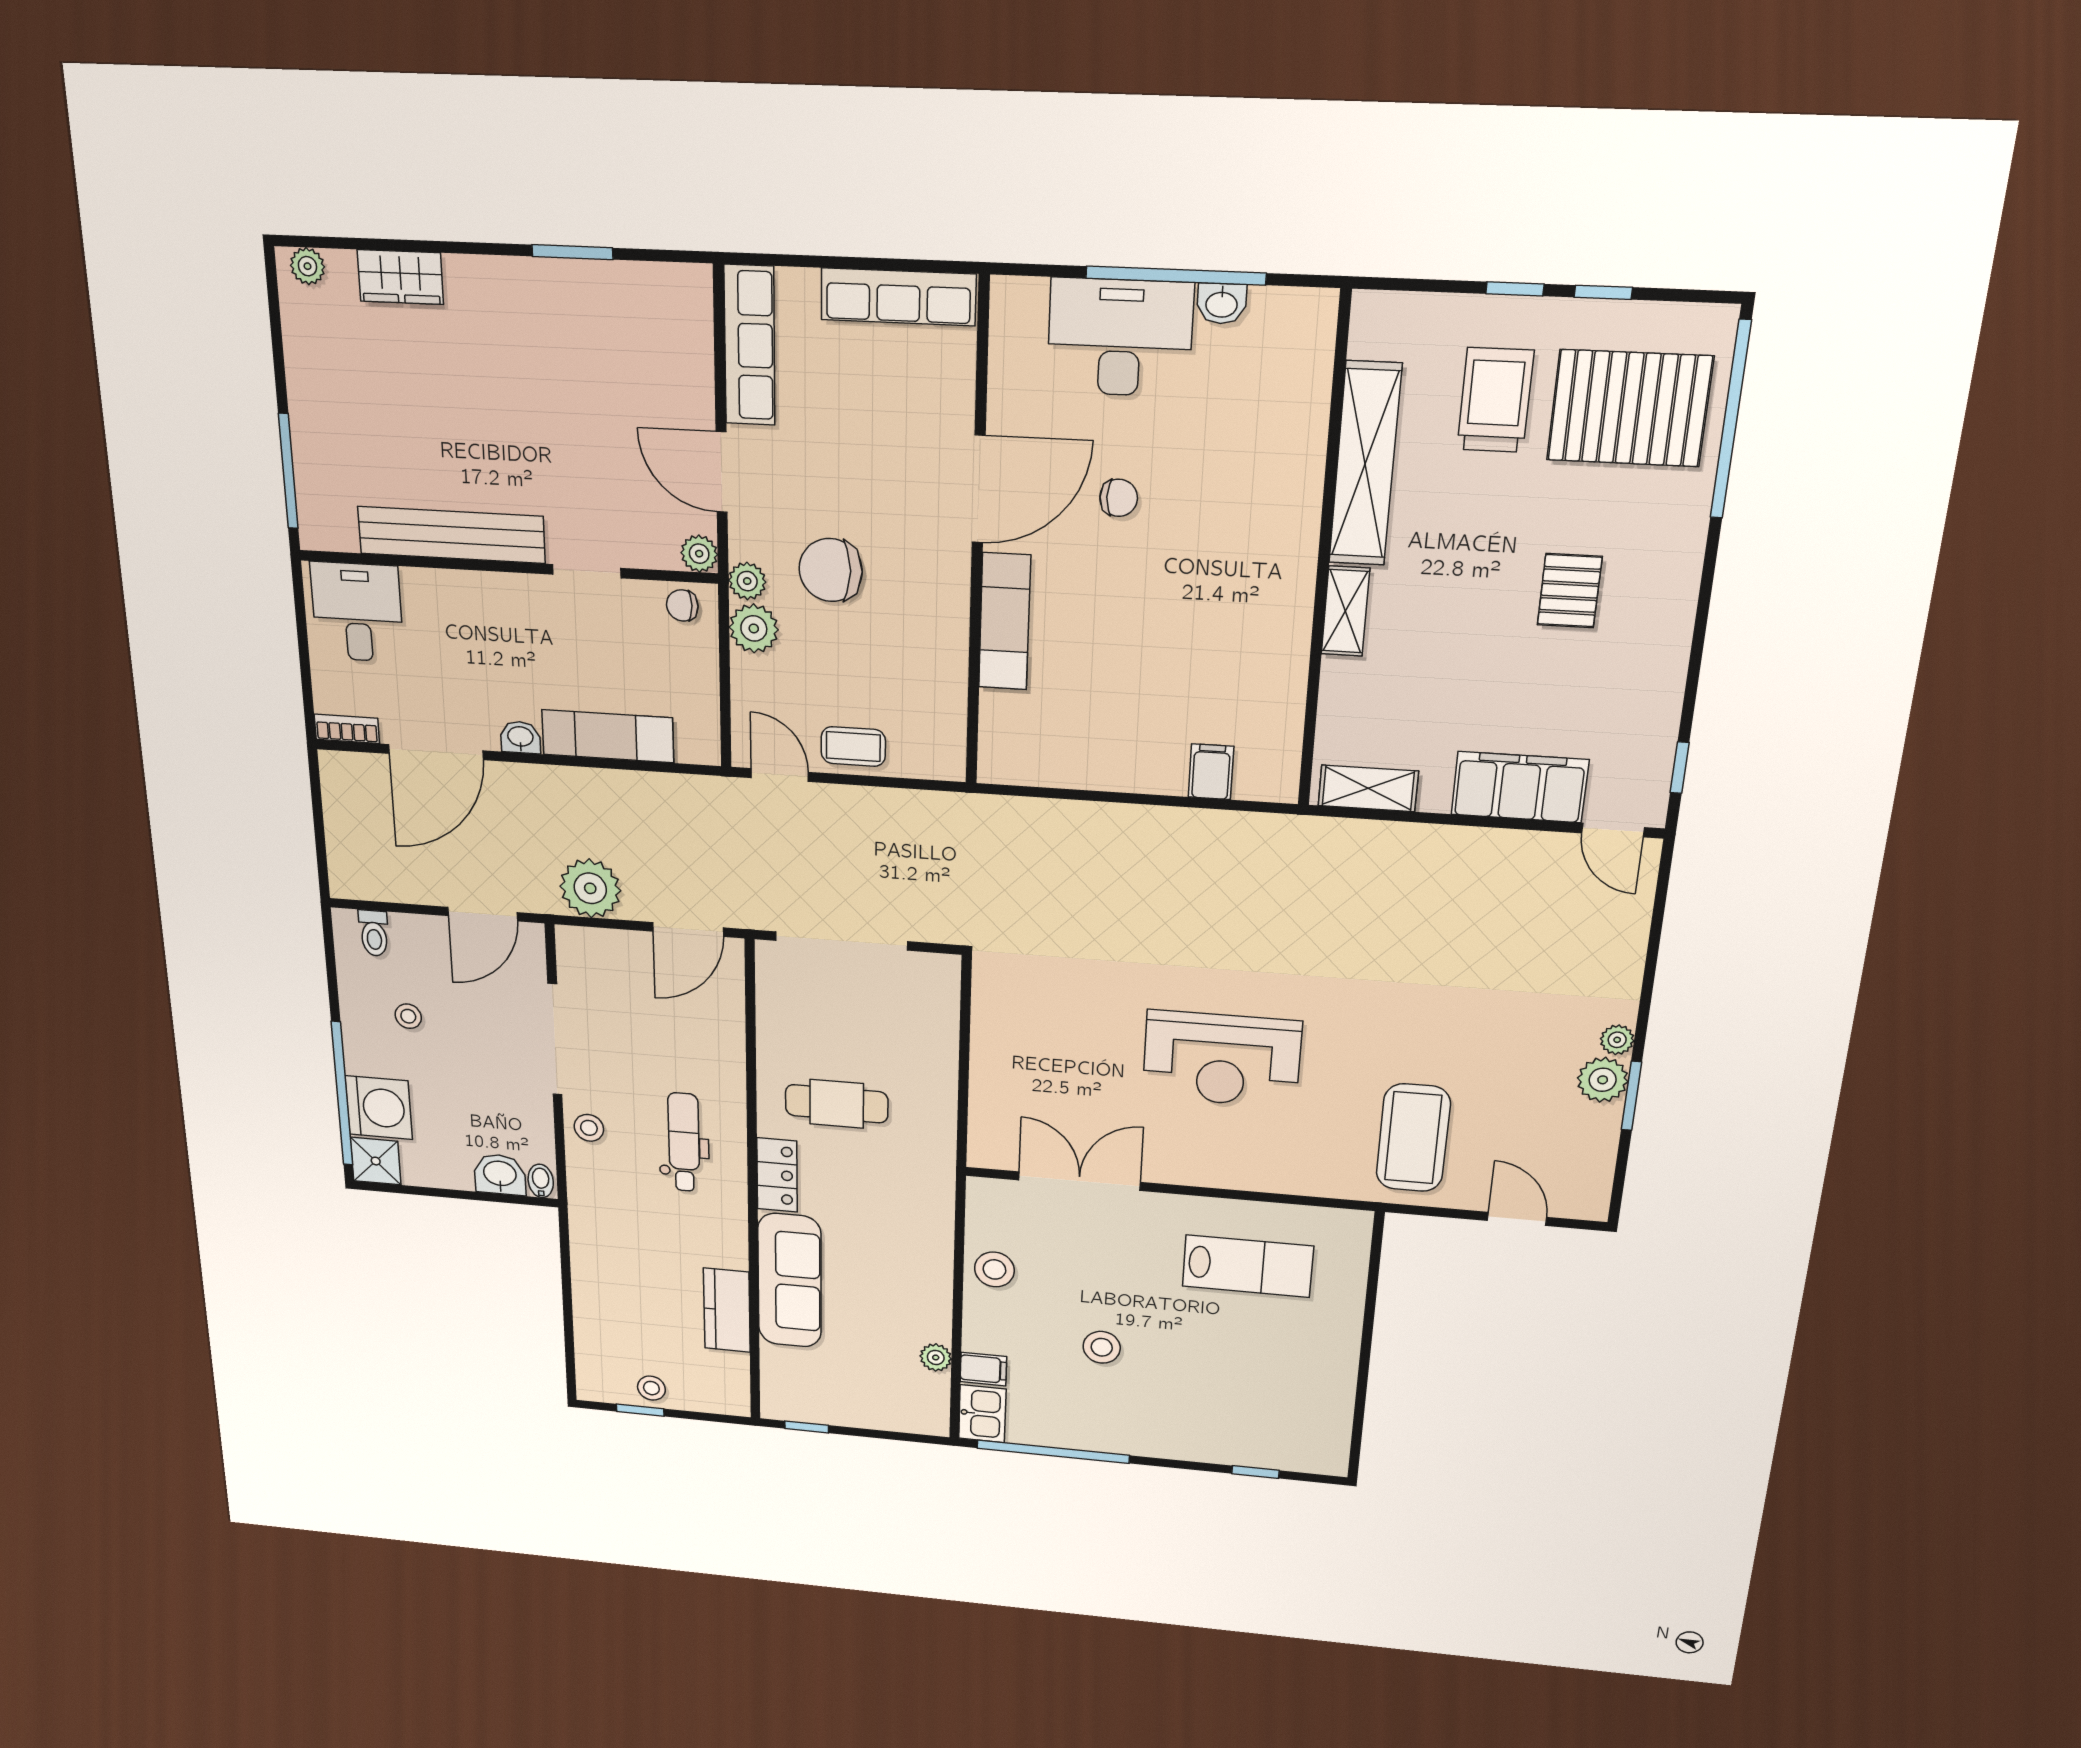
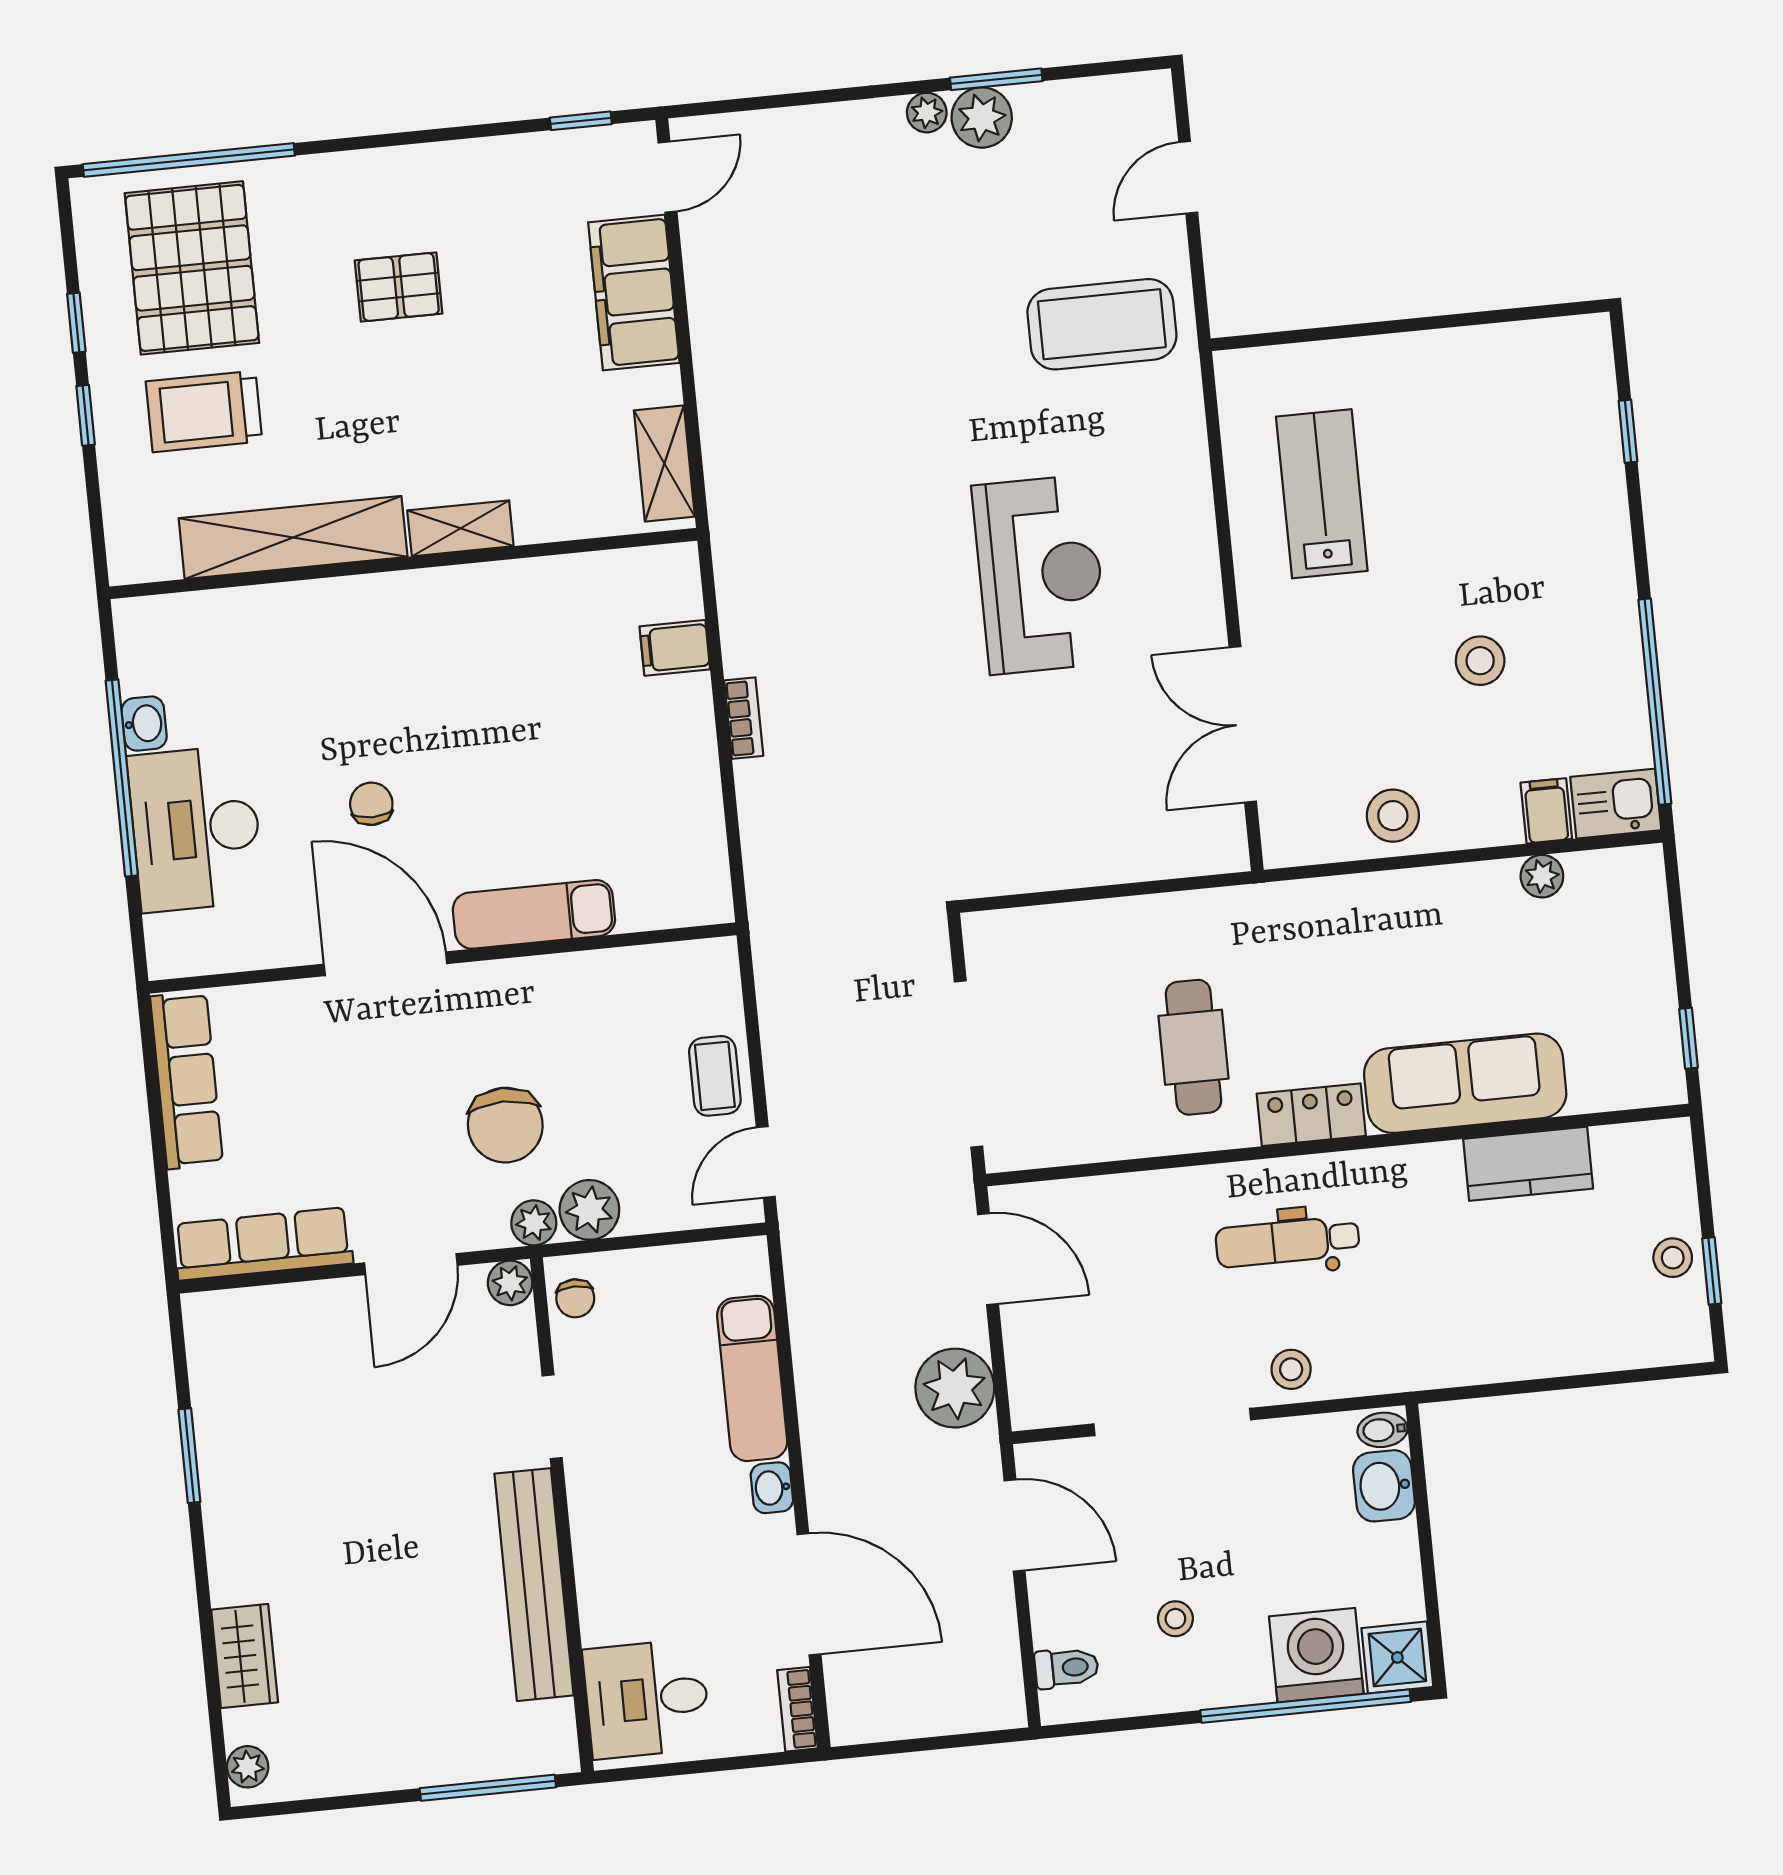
bookcase: (1143, 817) -> (744, 718), added

